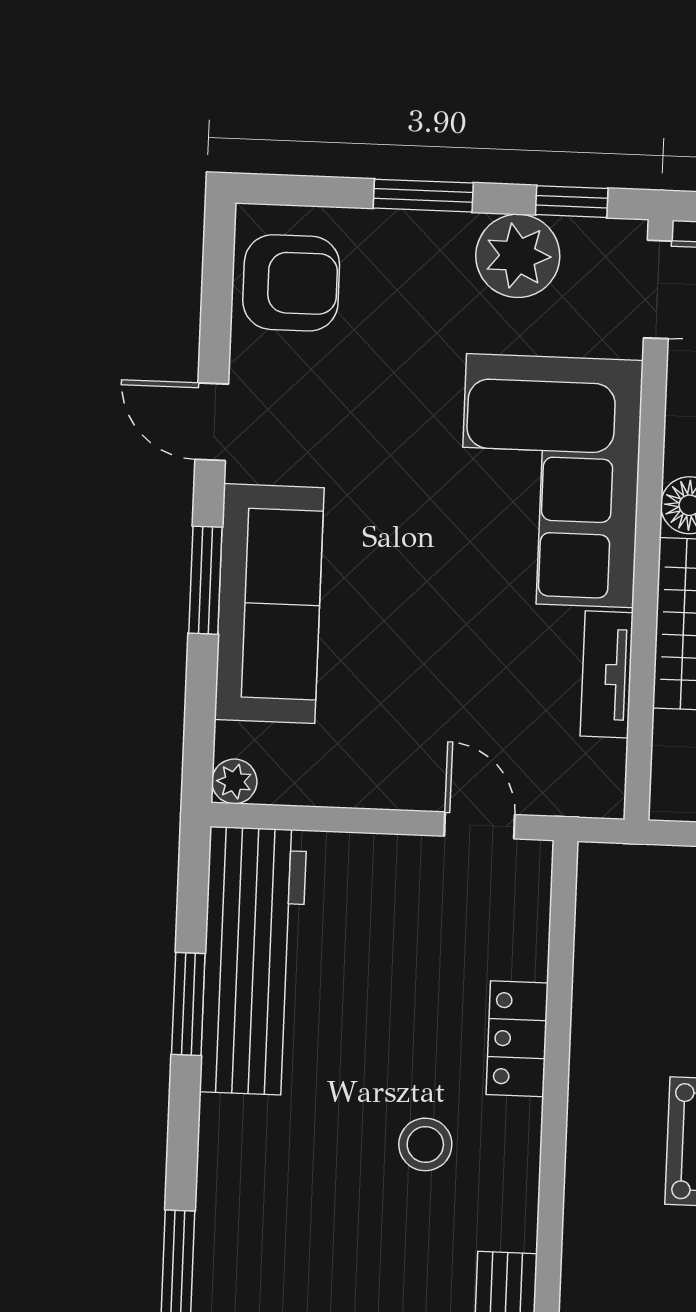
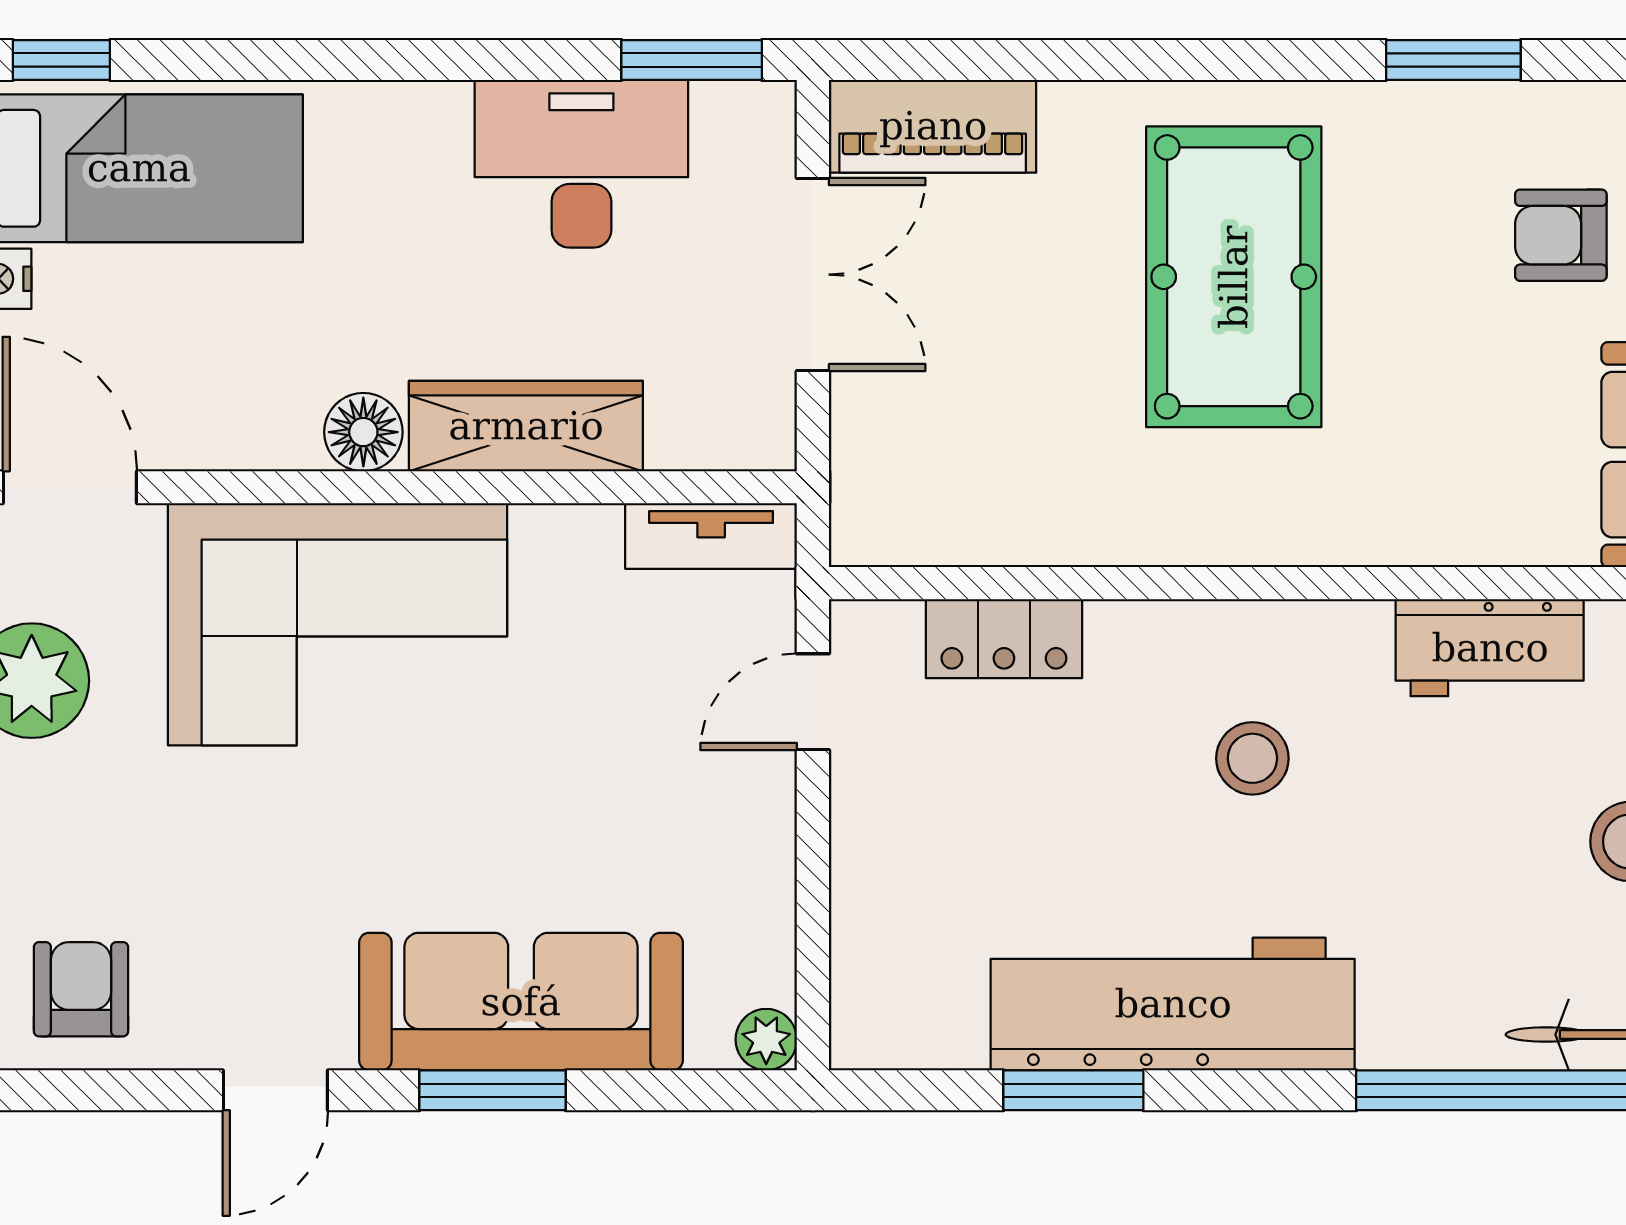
armchair: (291, 283) -> (81, 989), width x0.72, depth x0.72
tv unit: (607, 674) -> (711, 536), moved
workbench: (253, 961) -> (1173, 1004), moved
locker: (517, 1039) -> (1004, 639), moved

